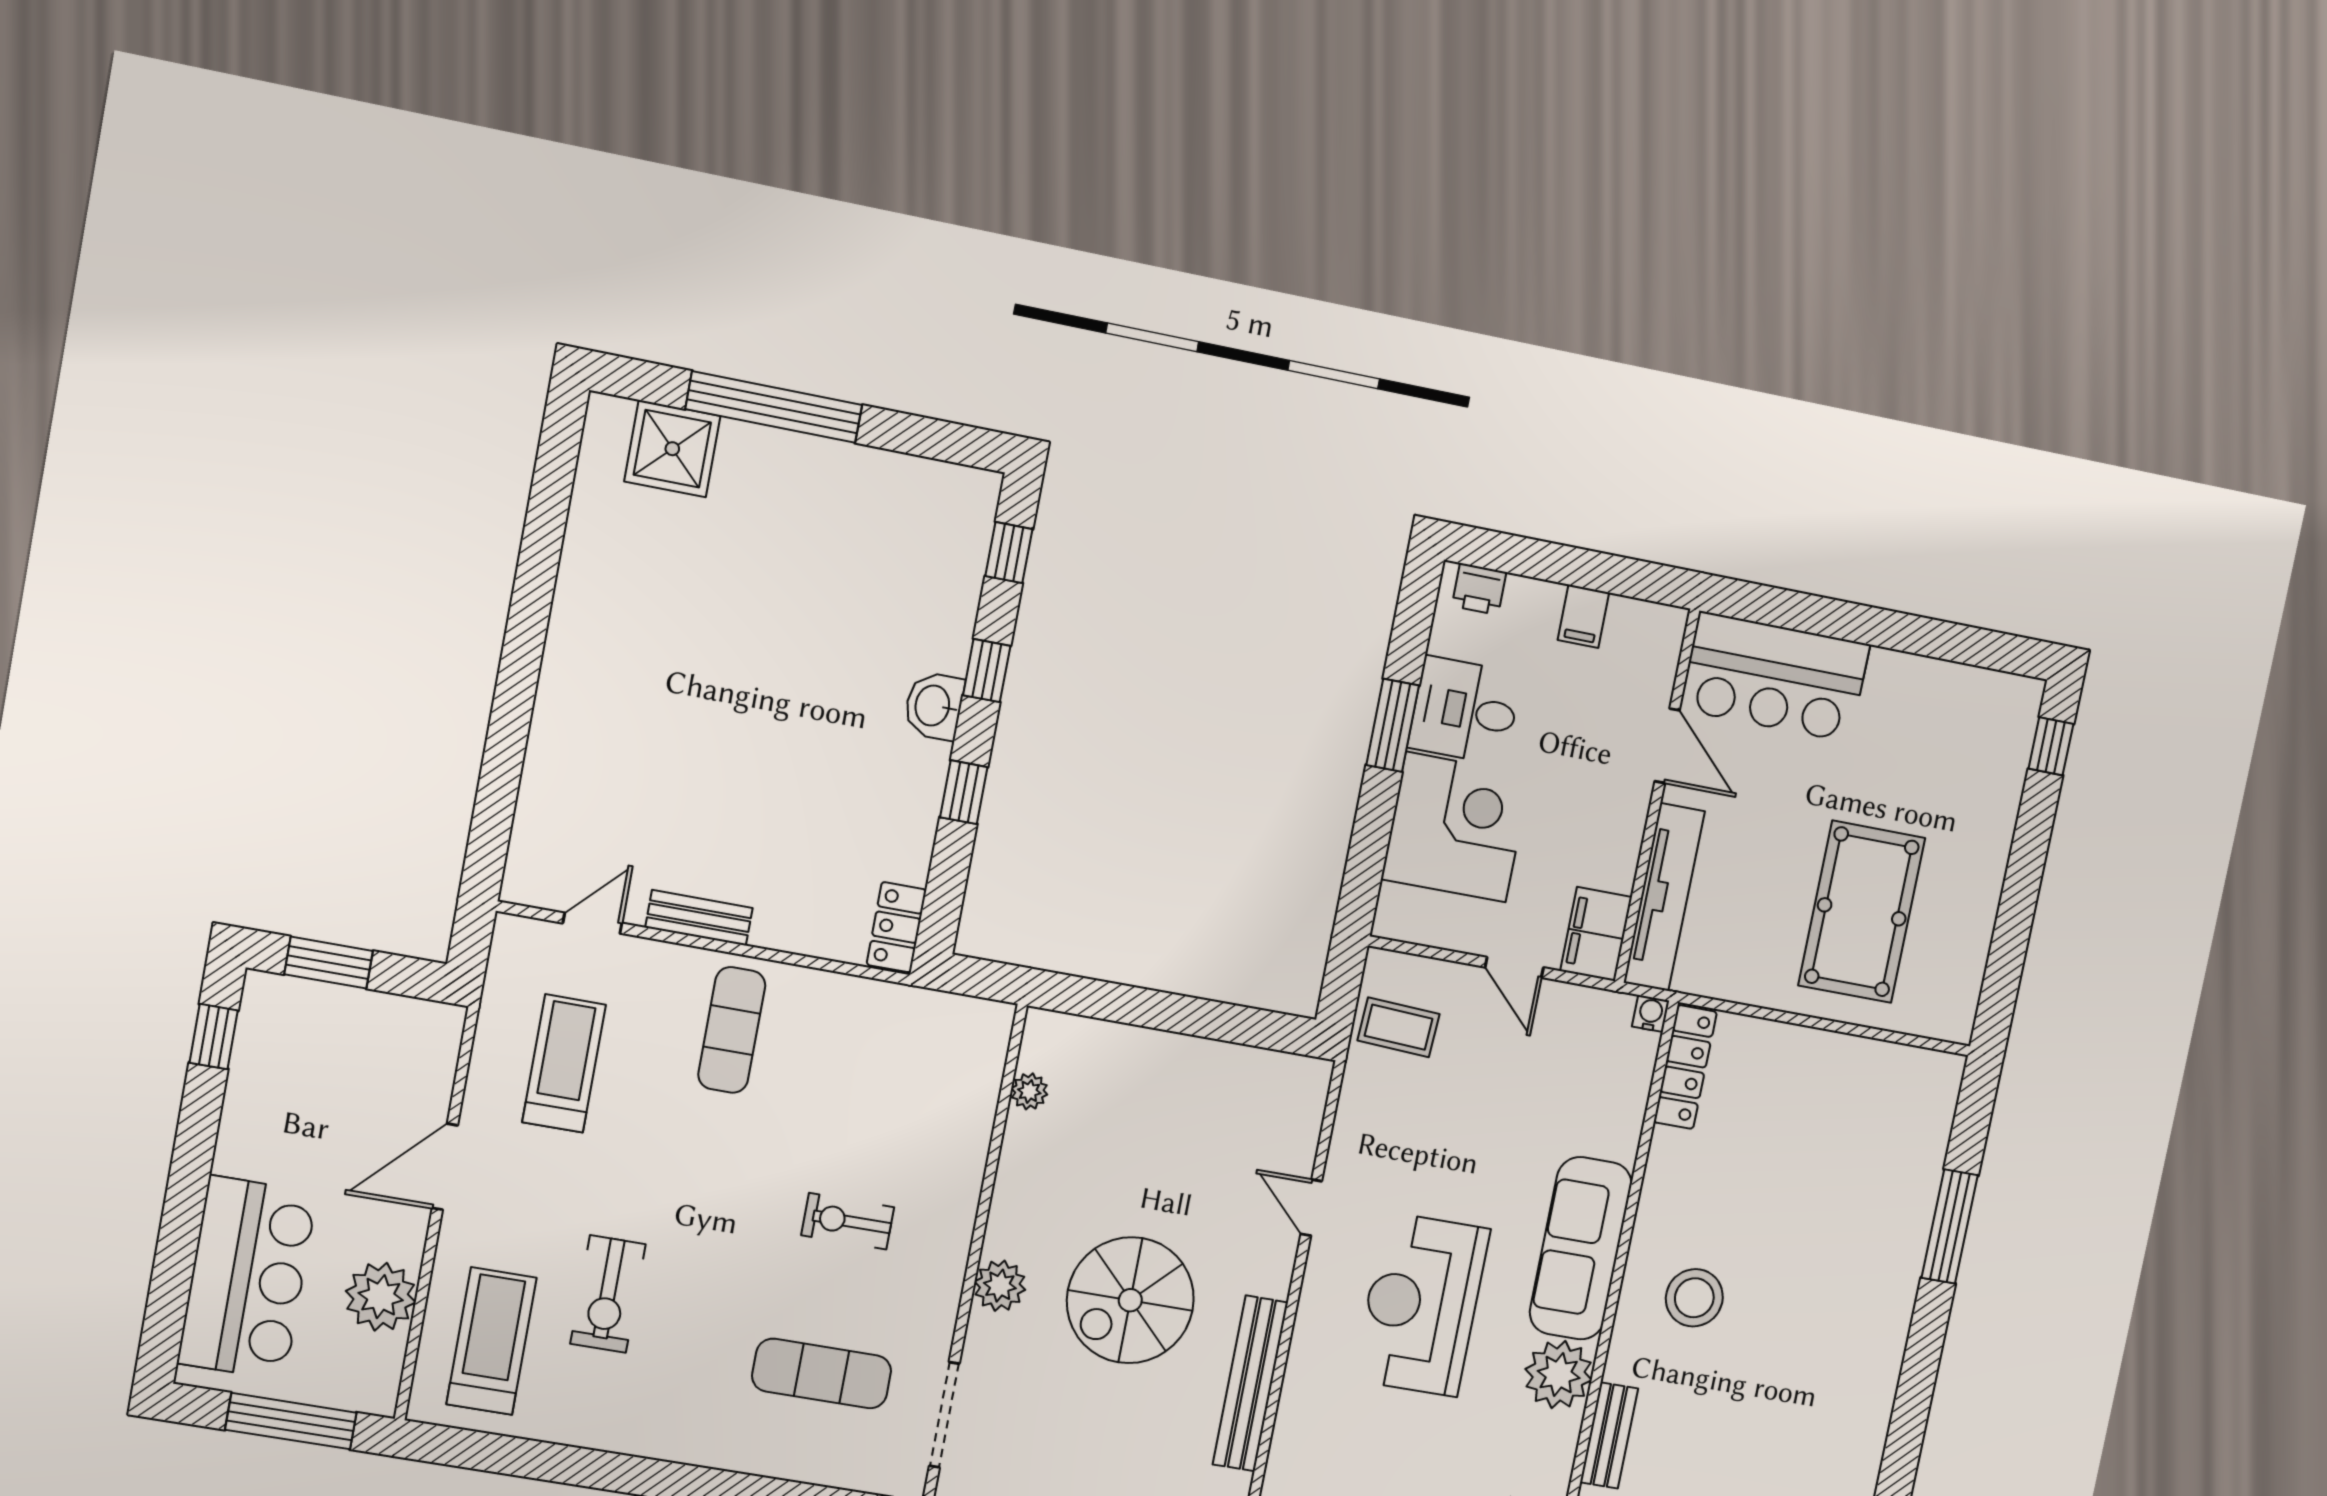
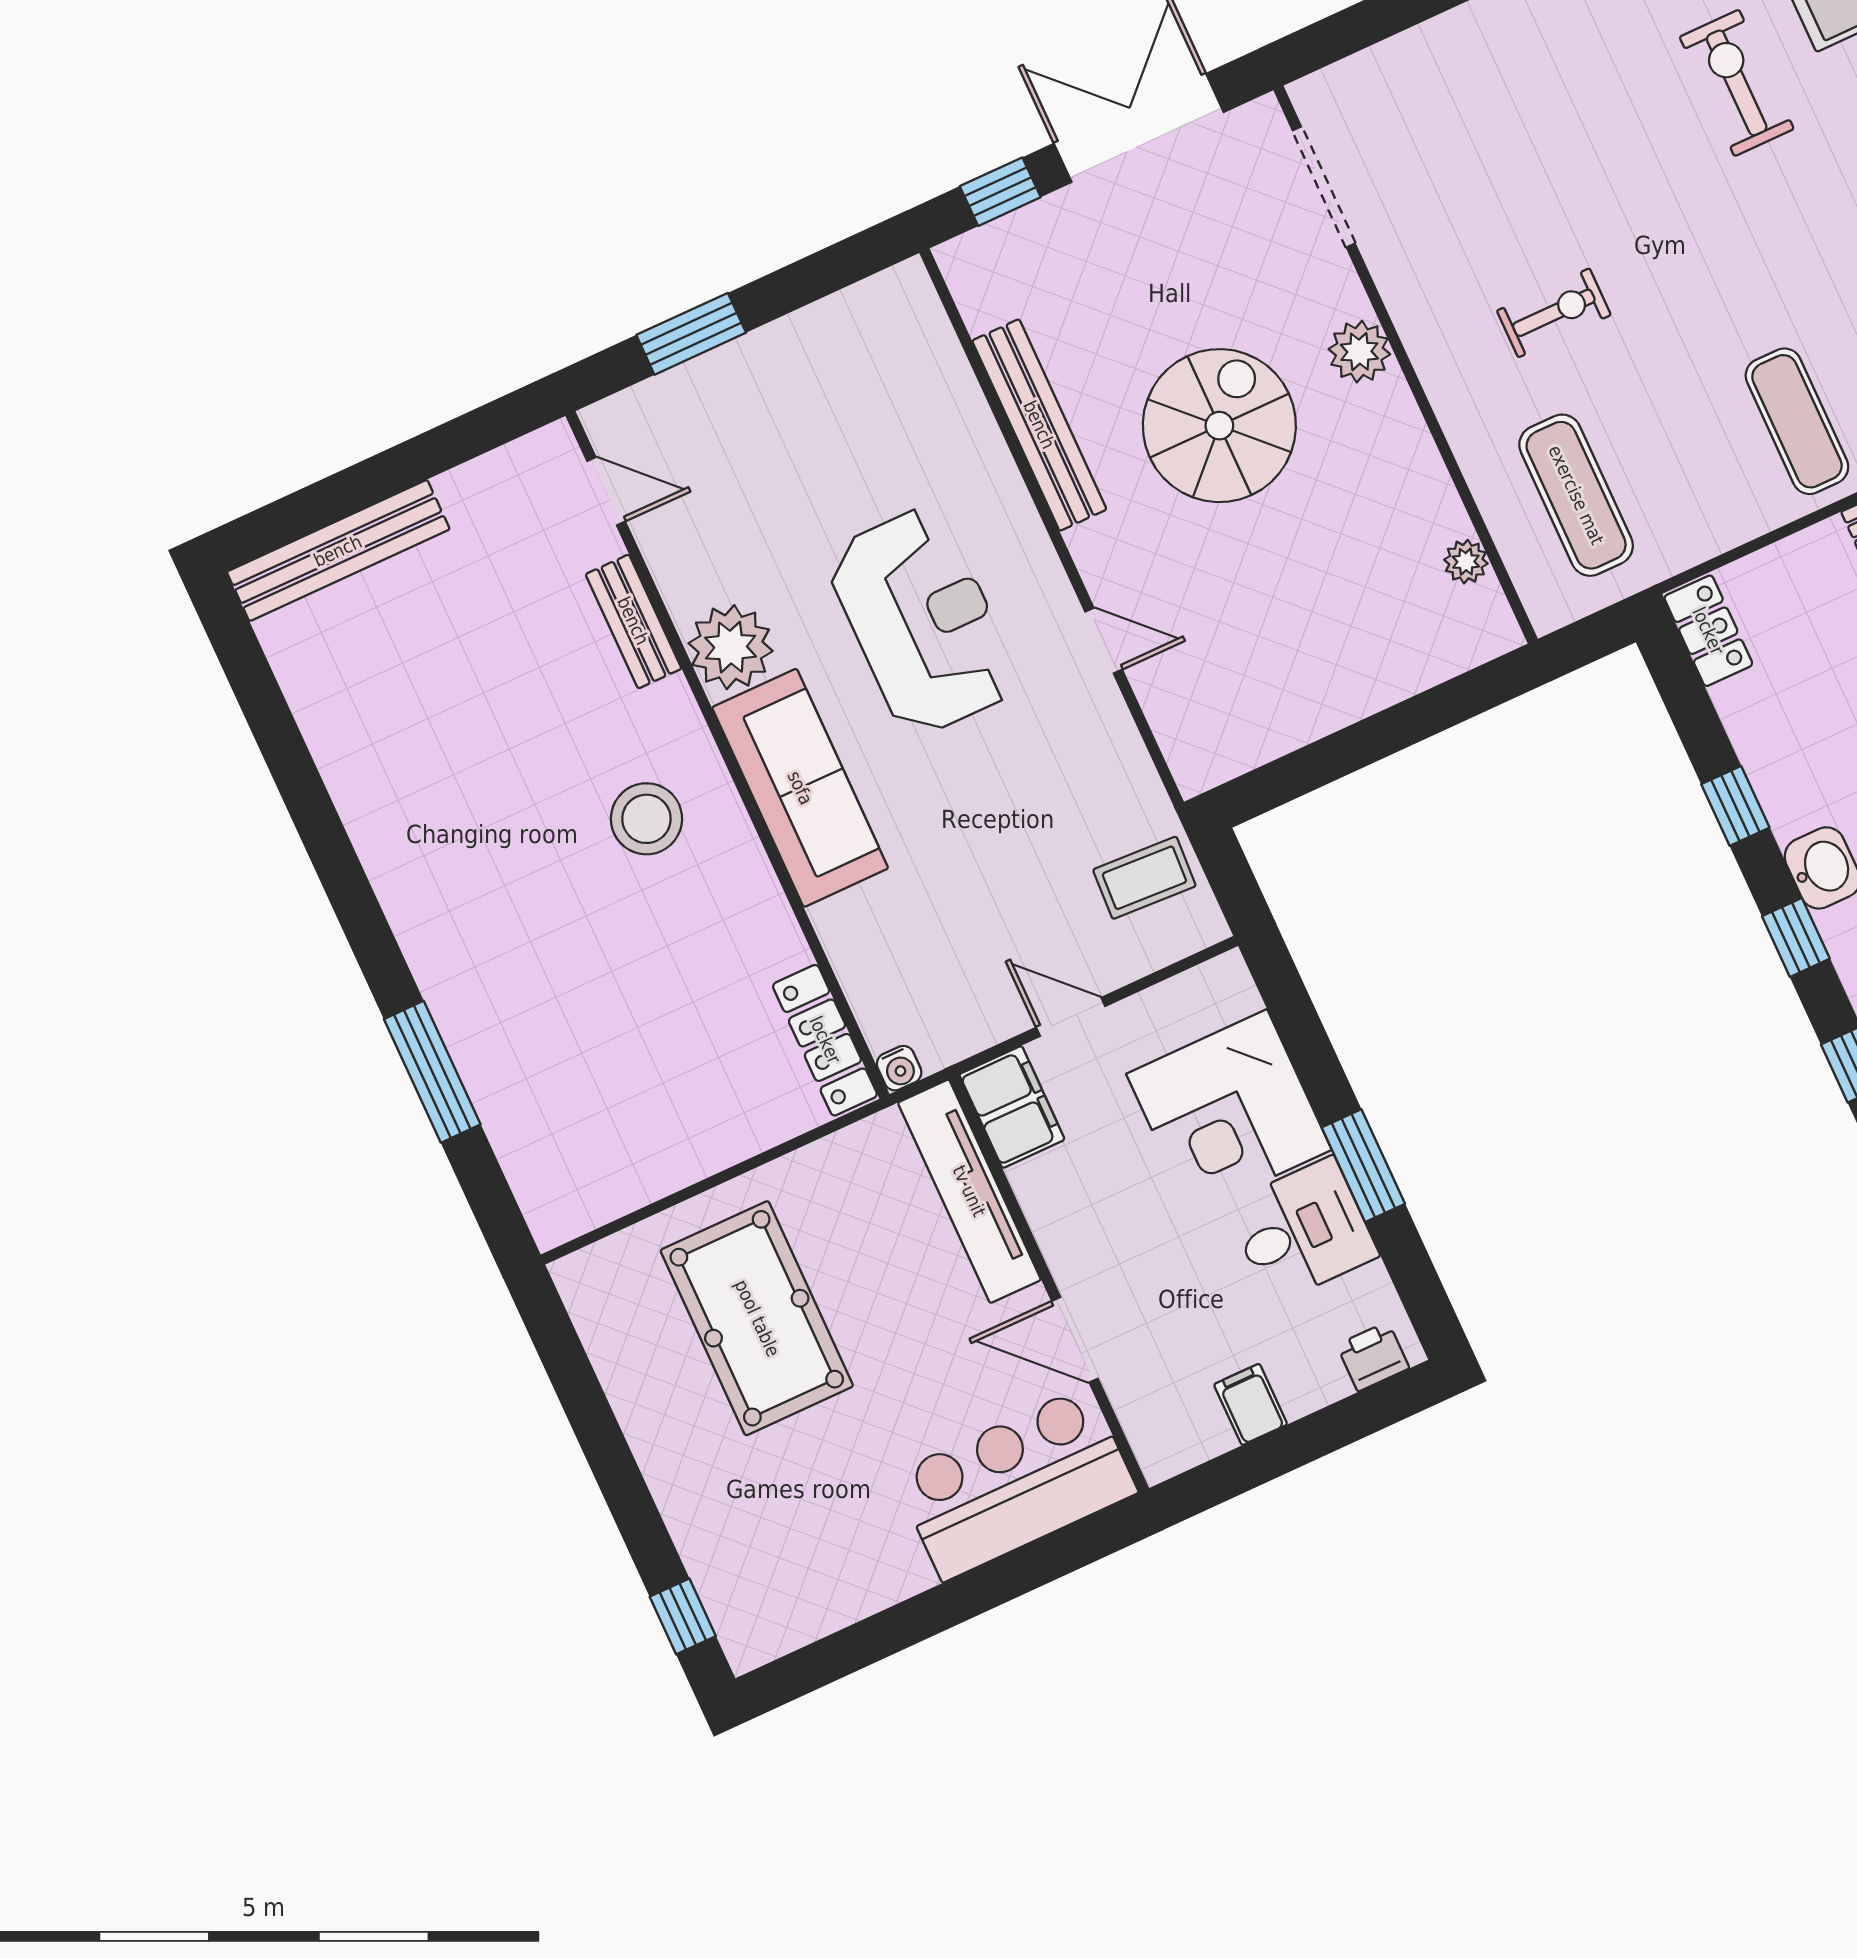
exercise mat: (822, 1374) -> (1576, 495), moved, turned 90

